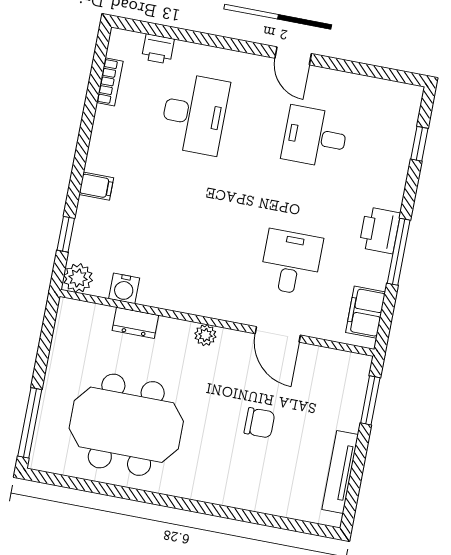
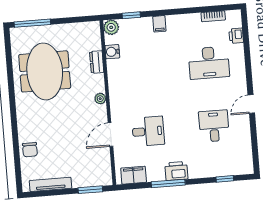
chair: (259, 423) -> (30, 150), moved

